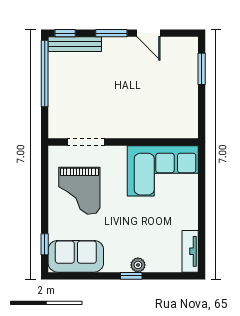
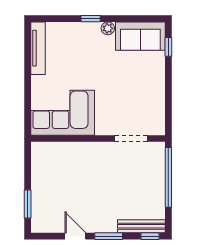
window: (45, 74) -> (168, 177), moved
grand piano: (79, 191) -> (137, 95), removed
tv unit: (190, 251) -> (38, 48), width x1.41
plant: (138, 265) -> (108, 28), moved

